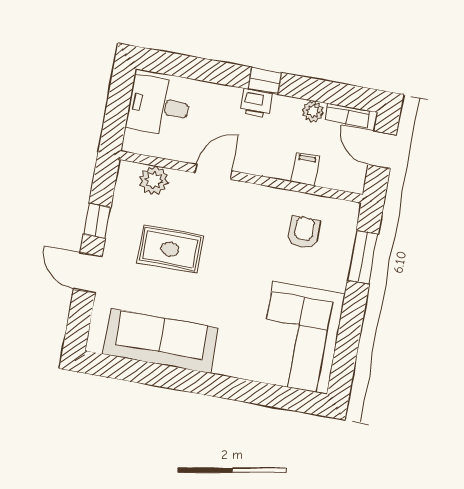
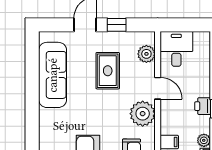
desk: (159, 106) -> (176, 49), moved
plant: (251, 204) -> (143, 114), added

